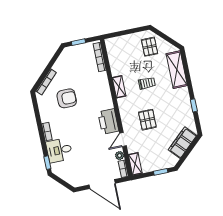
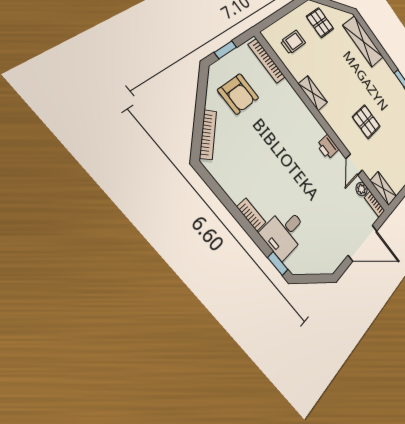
trolley: (147, 83) -> (293, 42), moved
armchair: (67, 98) -> (238, 94), moved, turned 90
printer: (108, 122) -> (328, 147), width x0.53, depth x0.68

